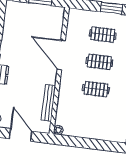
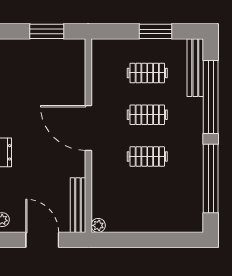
door: (61, 55) -> (88, 128), moved
bench: (48, 103) -> (78, 205), moved

